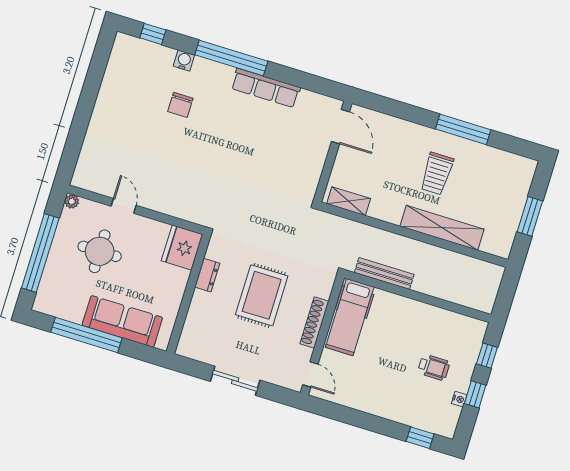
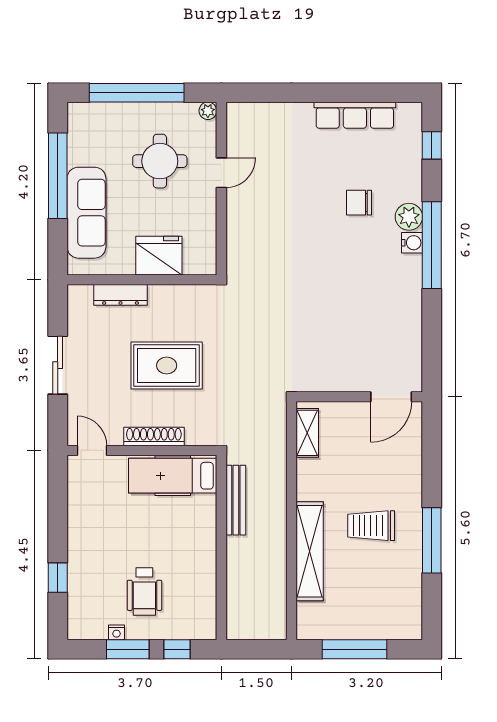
water cooler: (184, 61) -> (412, 243), moved
plant: (203, 69) -> (409, 217), added
row of seats: (266, 88) -> (355, 115), moved, turned -90
window: (530, 216) -> (354, 649), width x1.44
fridge: (182, 248) -> (159, 256), moved
dresser: (207, 275) -> (121, 295), moved, width x1.44
wheelchair: (434, 367) -> (144, 591), width x1.36, depth x1.37
door: (310, 374) -> (92, 450), swing flipped
window: (475, 394) -> (128, 649), width x1.50
window: (420, 438) -> (58, 578), moved

